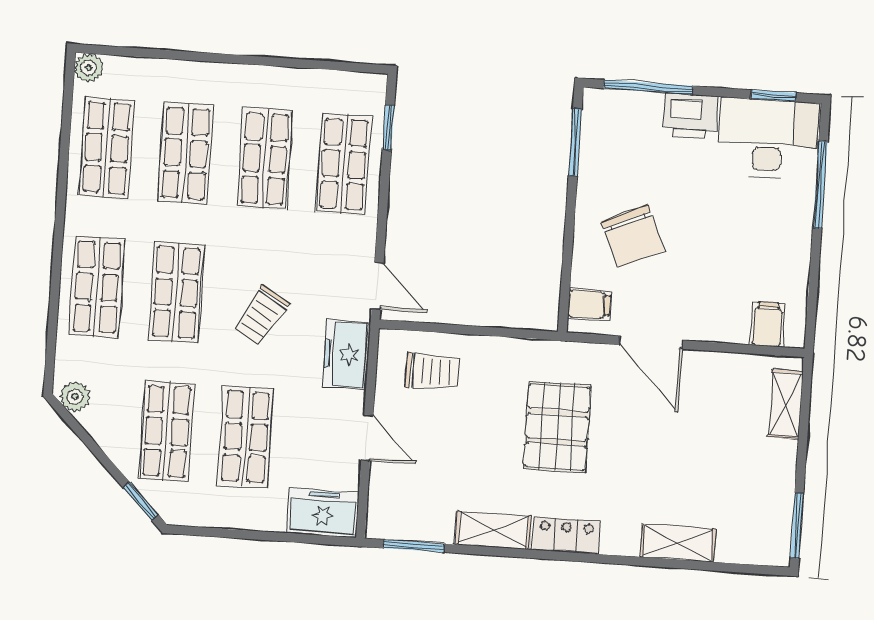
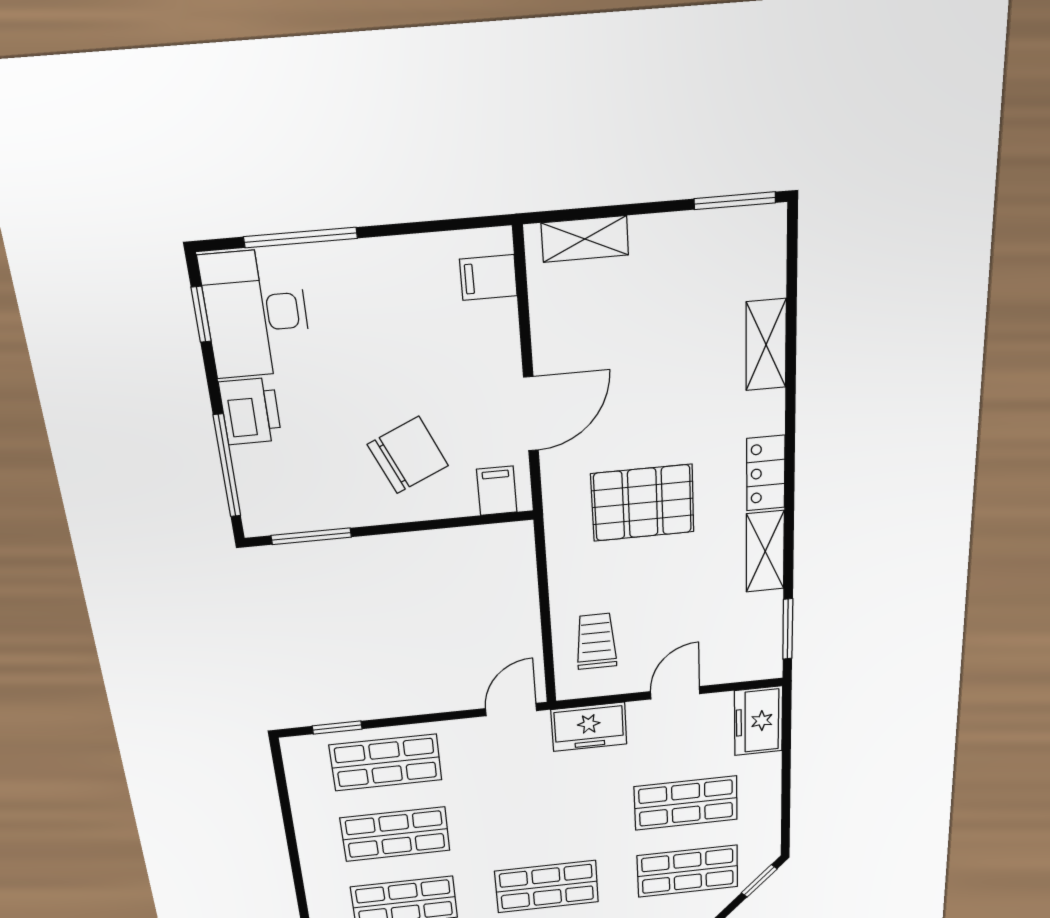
trolley: (261, 315) -> (559, 810), removed

